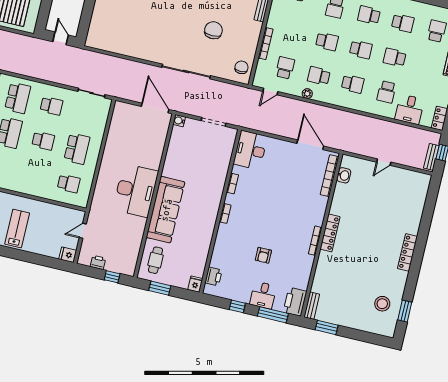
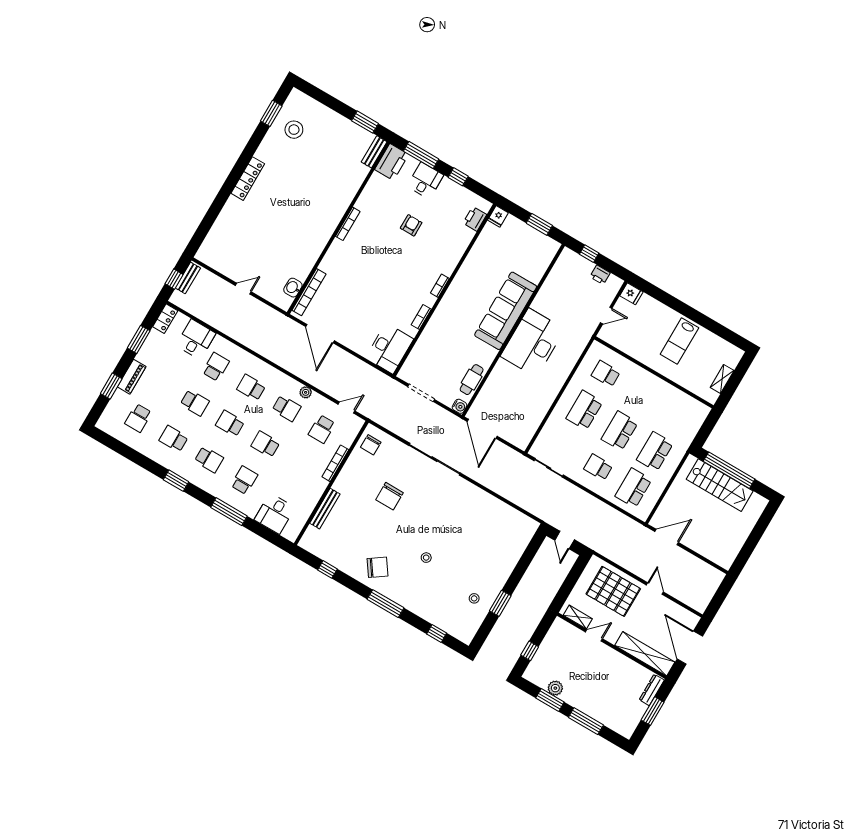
school desk: (43, 141) -> (620, 431), width x1.85
locker: (330, 233) -> (328, 227), removed
cafe table: (156, 260) -> (472, 380), moved

